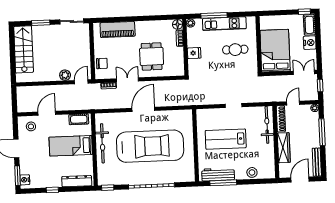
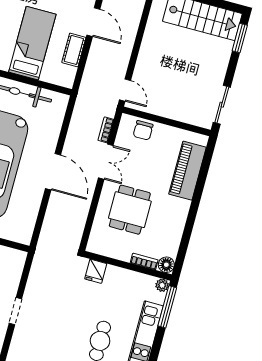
window: (214, 15) -> (167, 307), moved
window: (41, 23) -> (240, 38), moved
fridge: (194, 53) -> (96, 271), moved
dining table: (152, 56) -> (130, 210), turned 90
plant: (65, 75) -> (143, 68), removed
cot: (79, 119) -> (74, 50), moved

